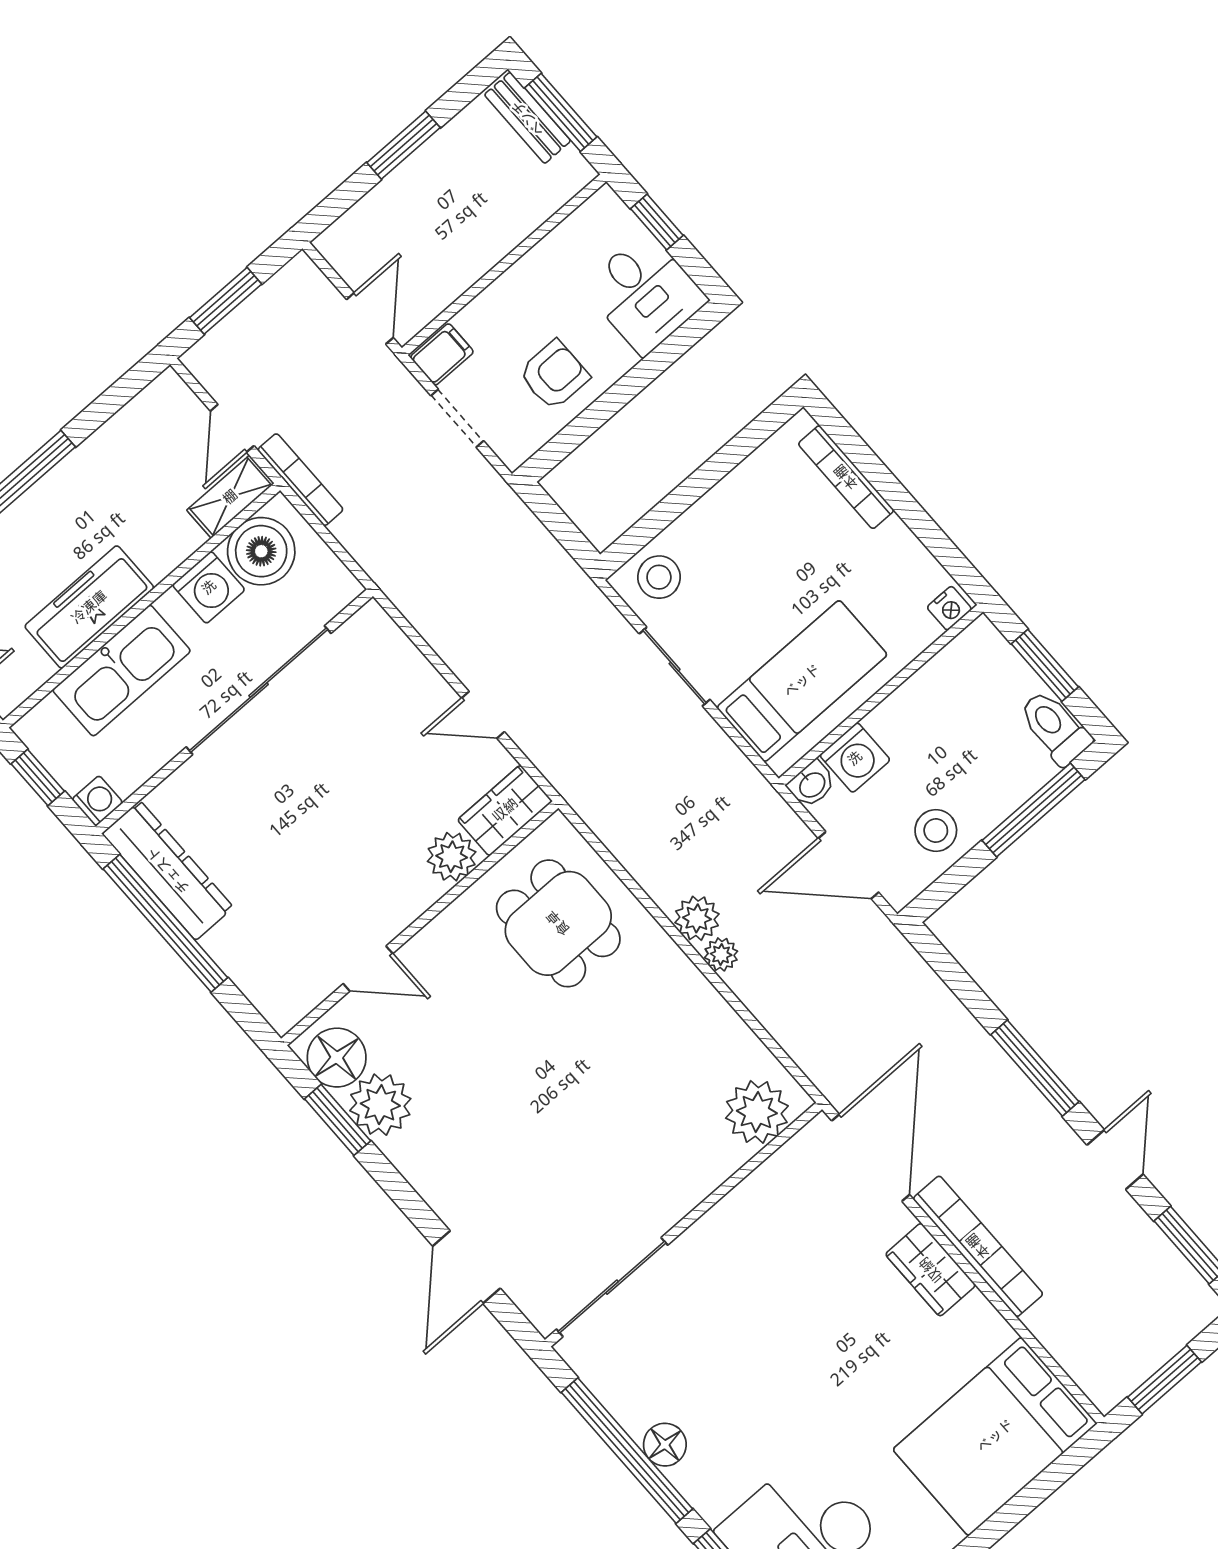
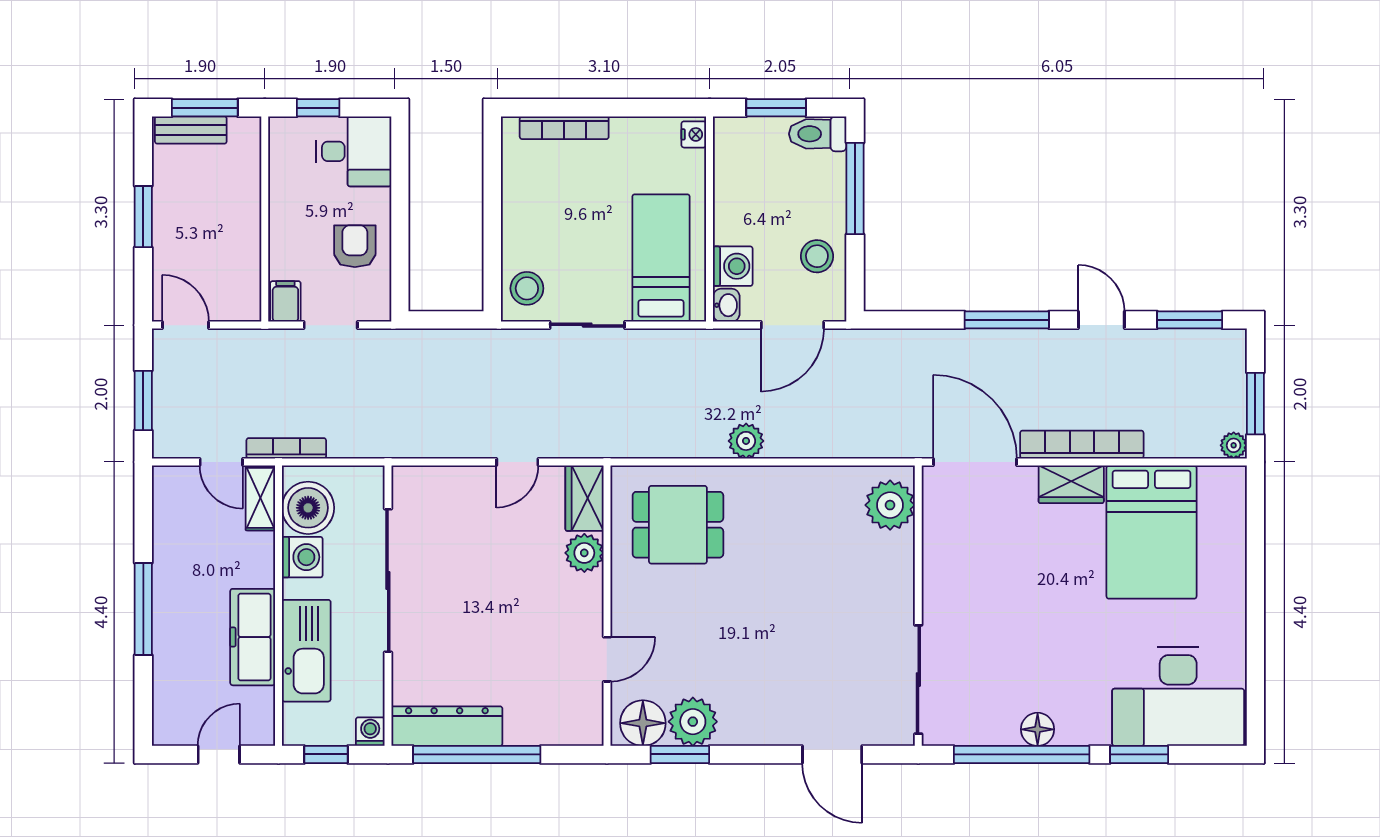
door: (370, 319) -> (185, 325), moved
plant: (721, 954) -> (1234, 445), moved
bed: (995, 1436) -> (1152, 532), moved

